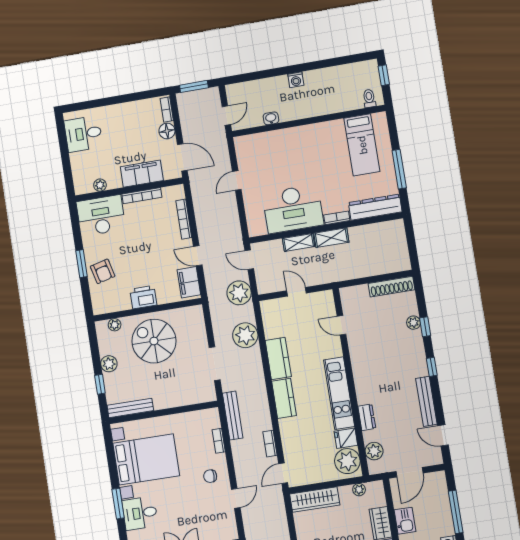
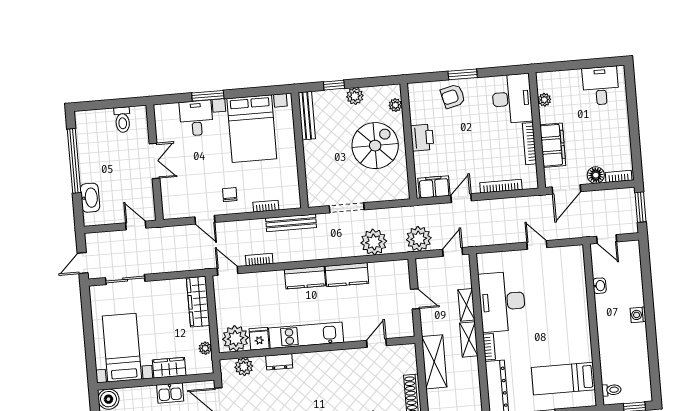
shelving: (355, 269) -> (434, 362), added
door: (296, 292) -> (415, 299), hinge flipped

